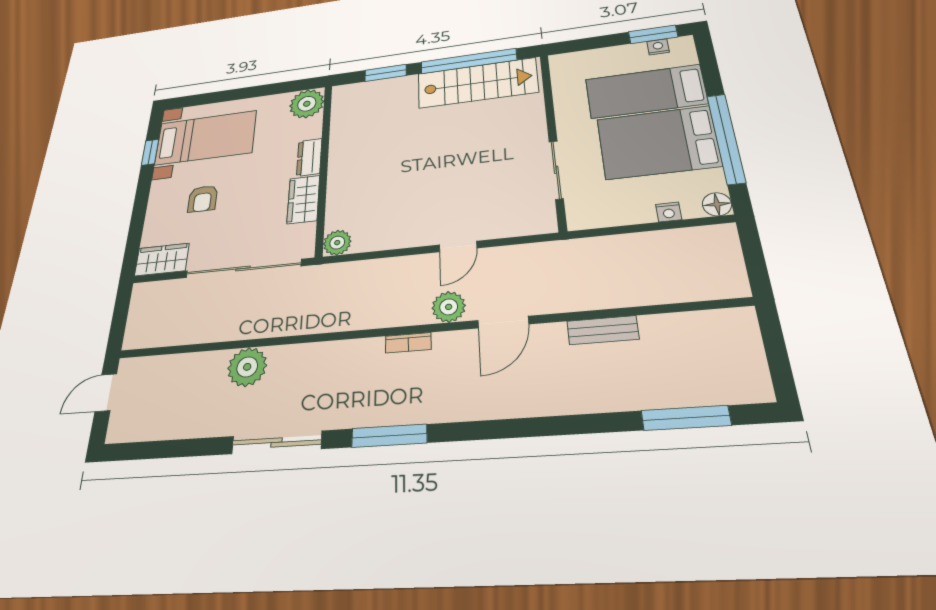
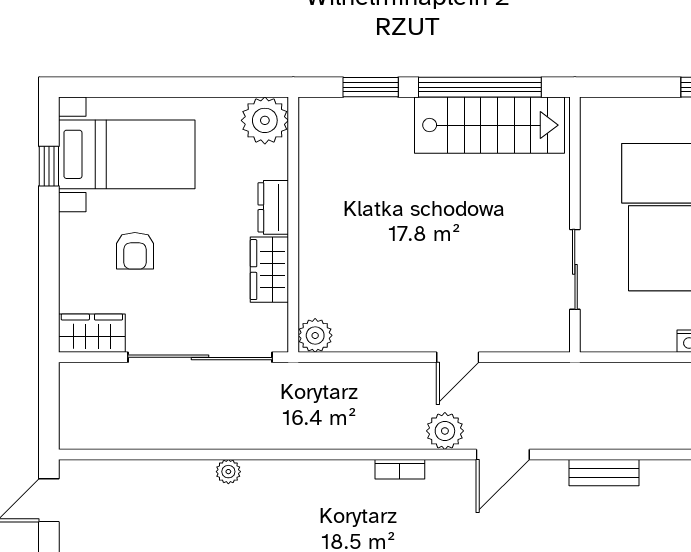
plant: (247, 367) -> (228, 472), width x0.53, depth x0.53

